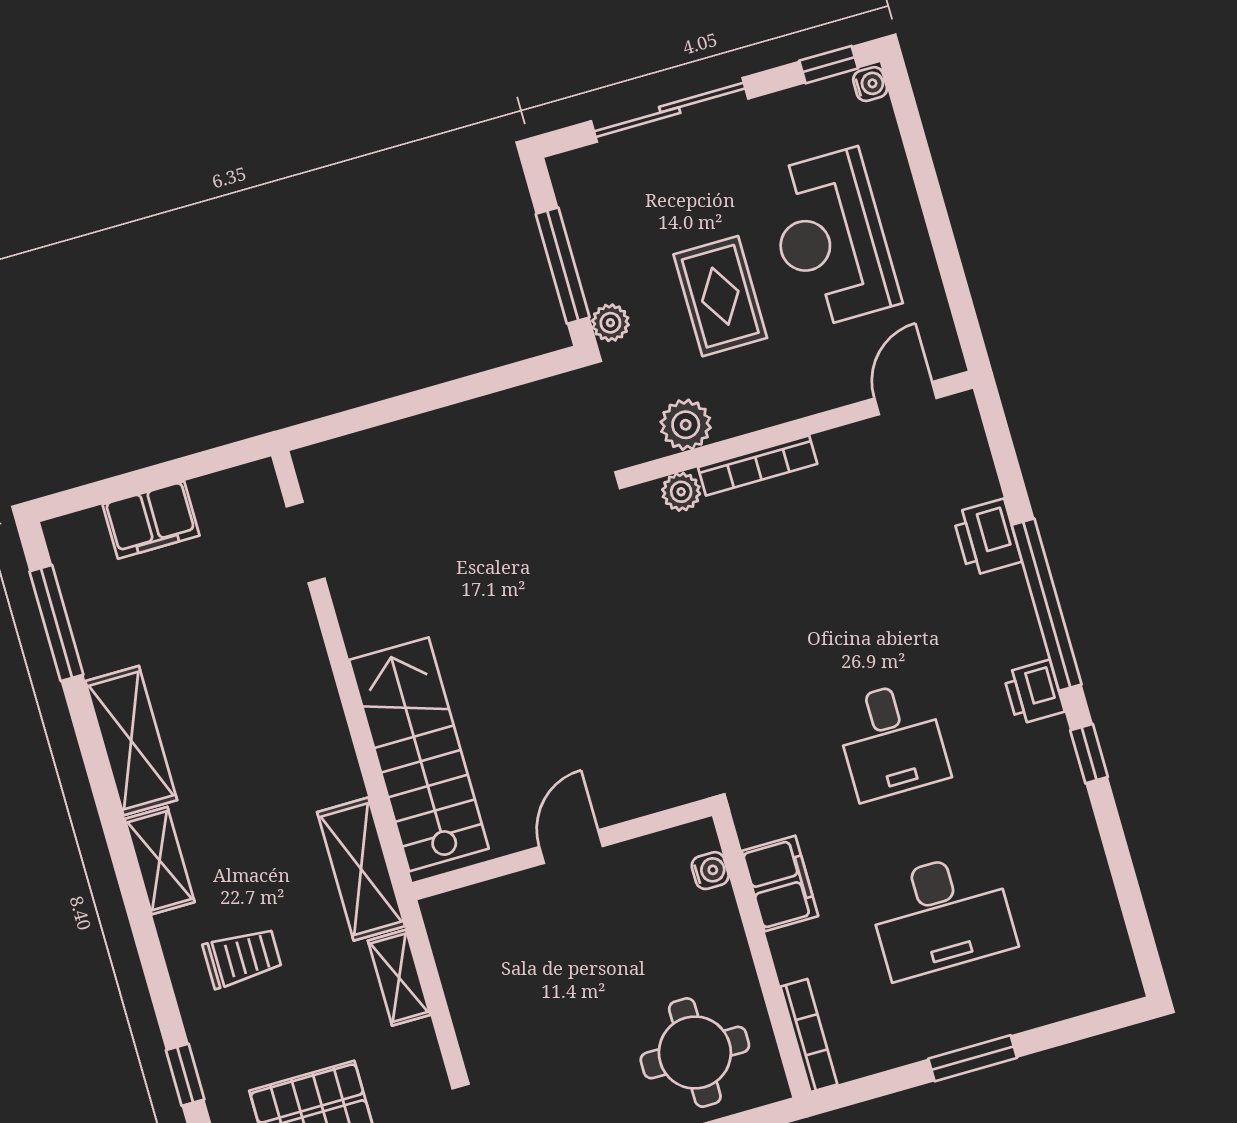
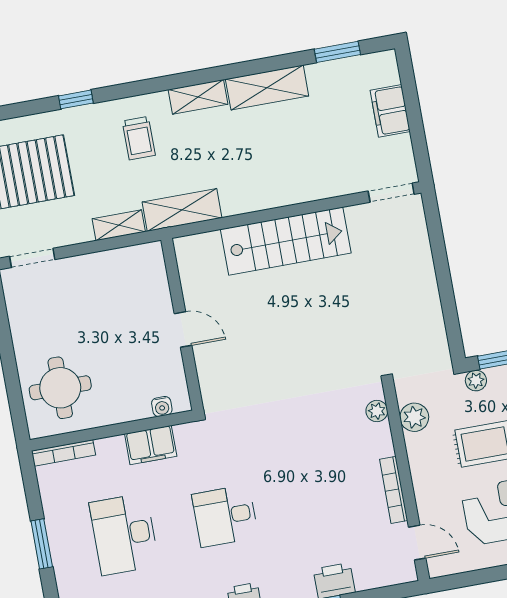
bookcase: (758, 466) -> (394, 490), moved
doorway: (306, 543) -> (391, 193), moved
window: (56, 623) -> (337, 52), width x0.69
stairs: (419, 754) -> (286, 241), moved

